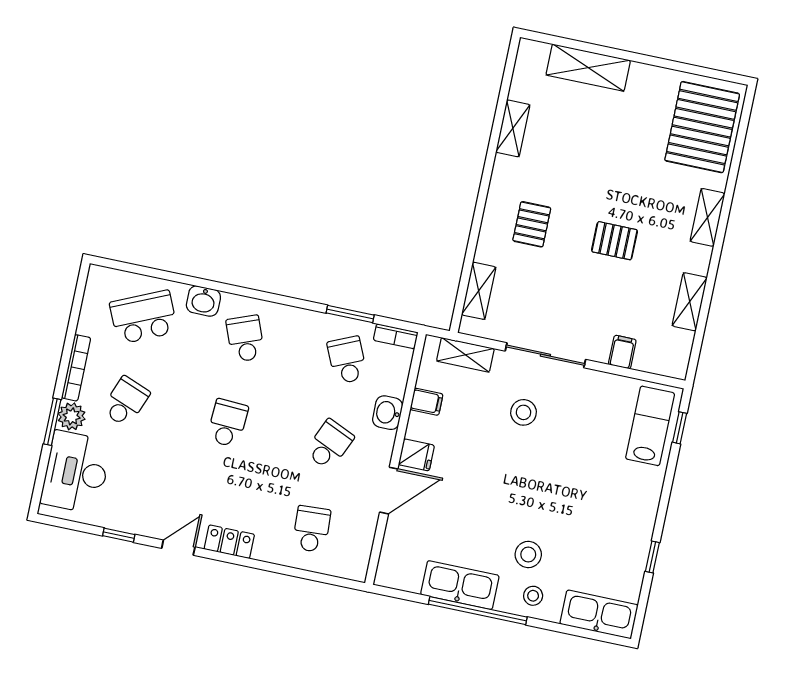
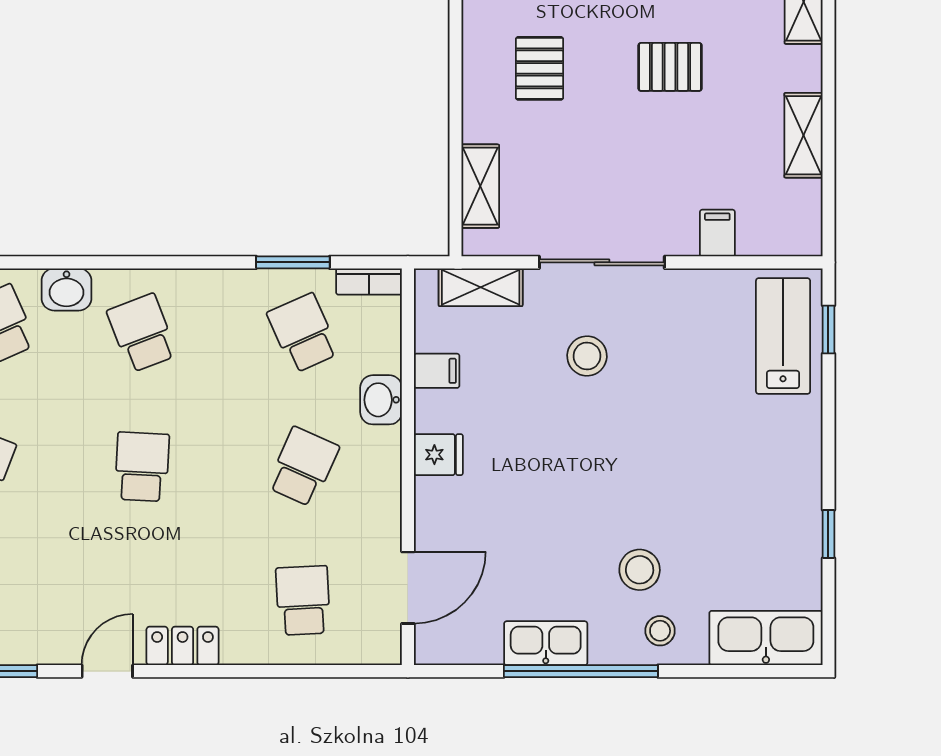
door: (389, 491) -> (408, 588), moved
kitchen sink: (460, 585) -> (546, 643), width x0.73, depth x0.81

